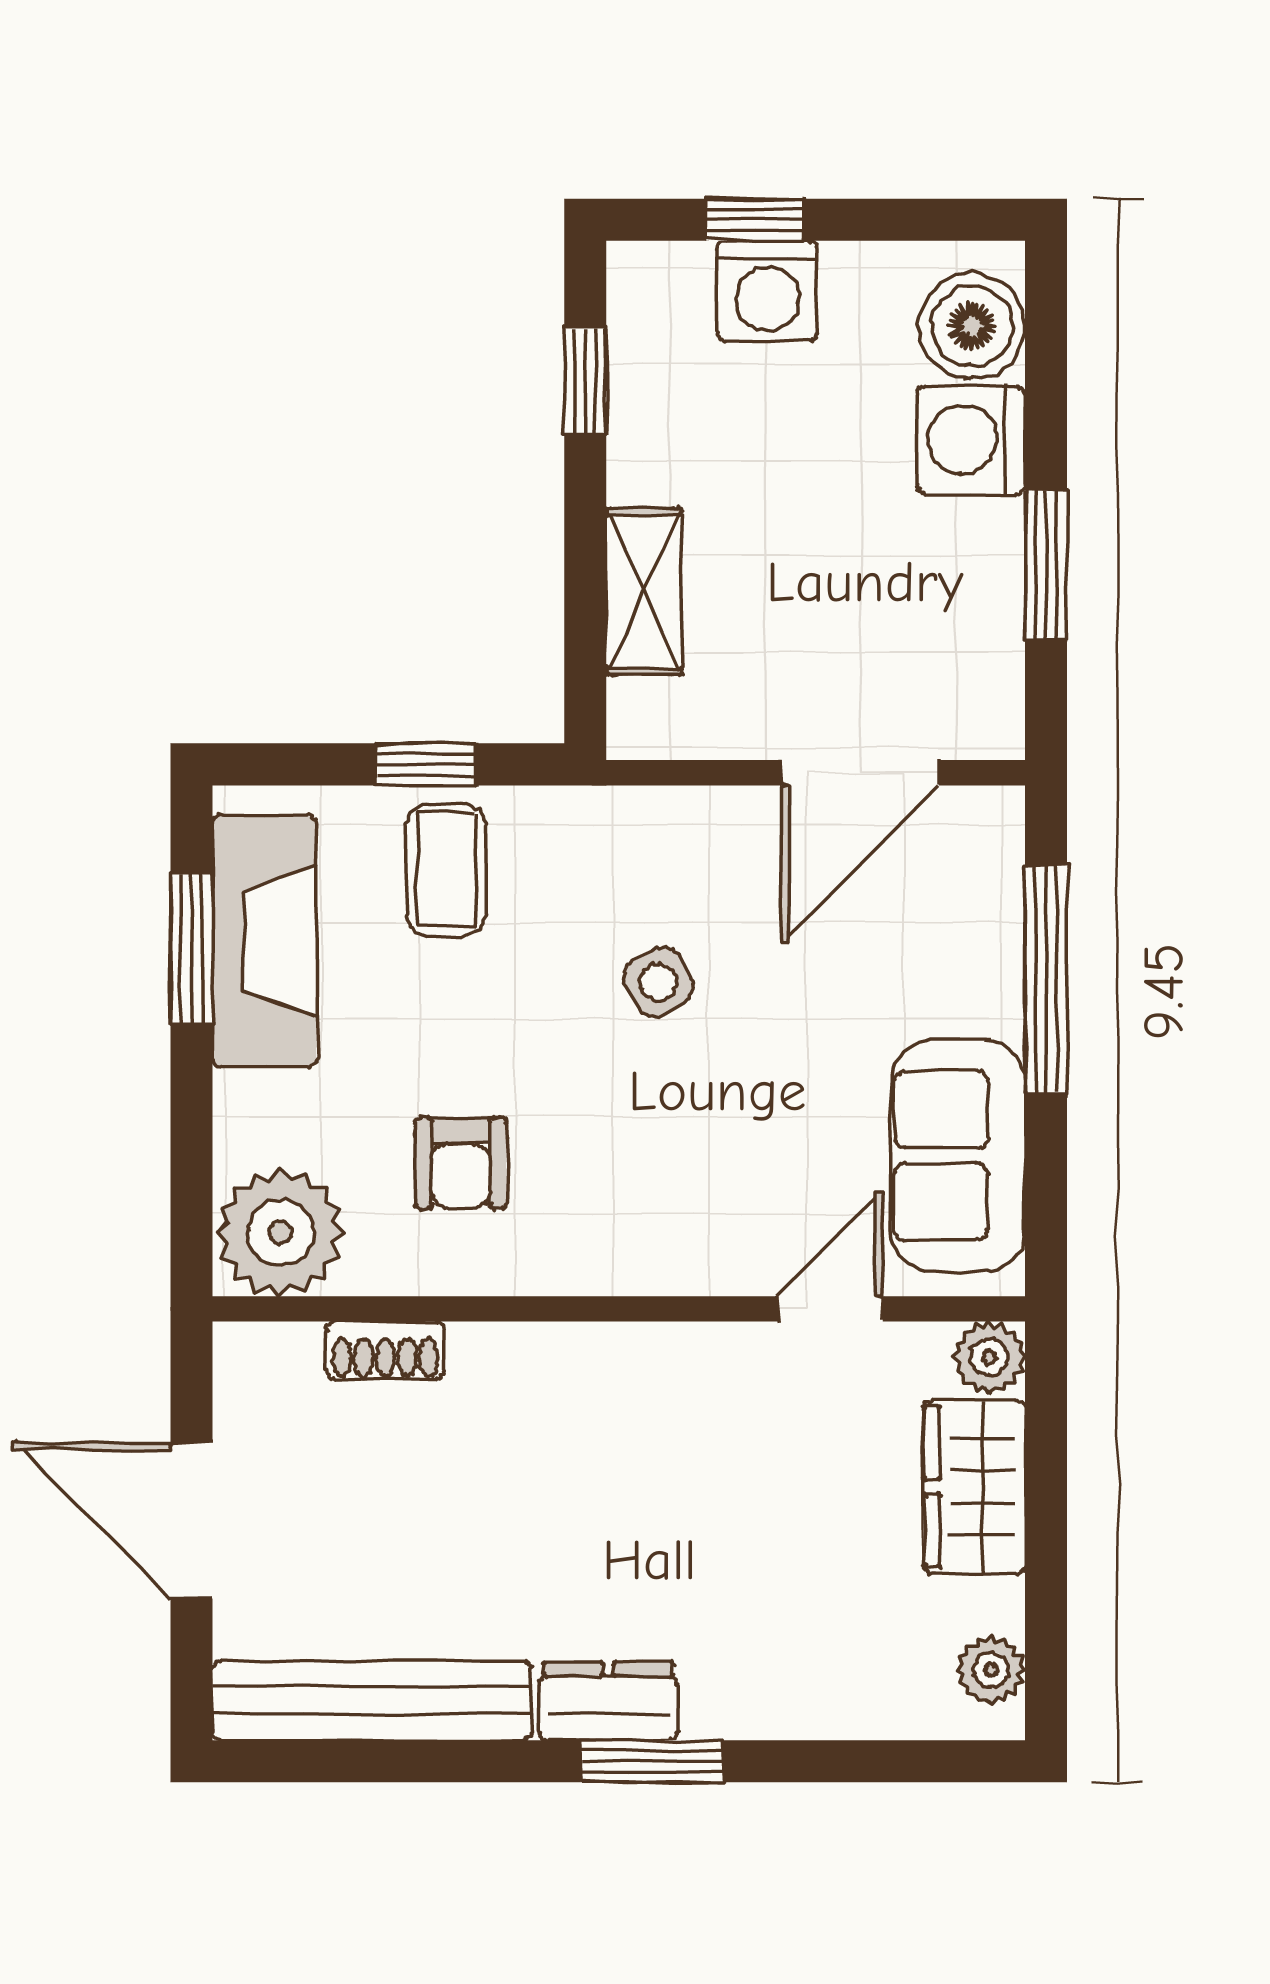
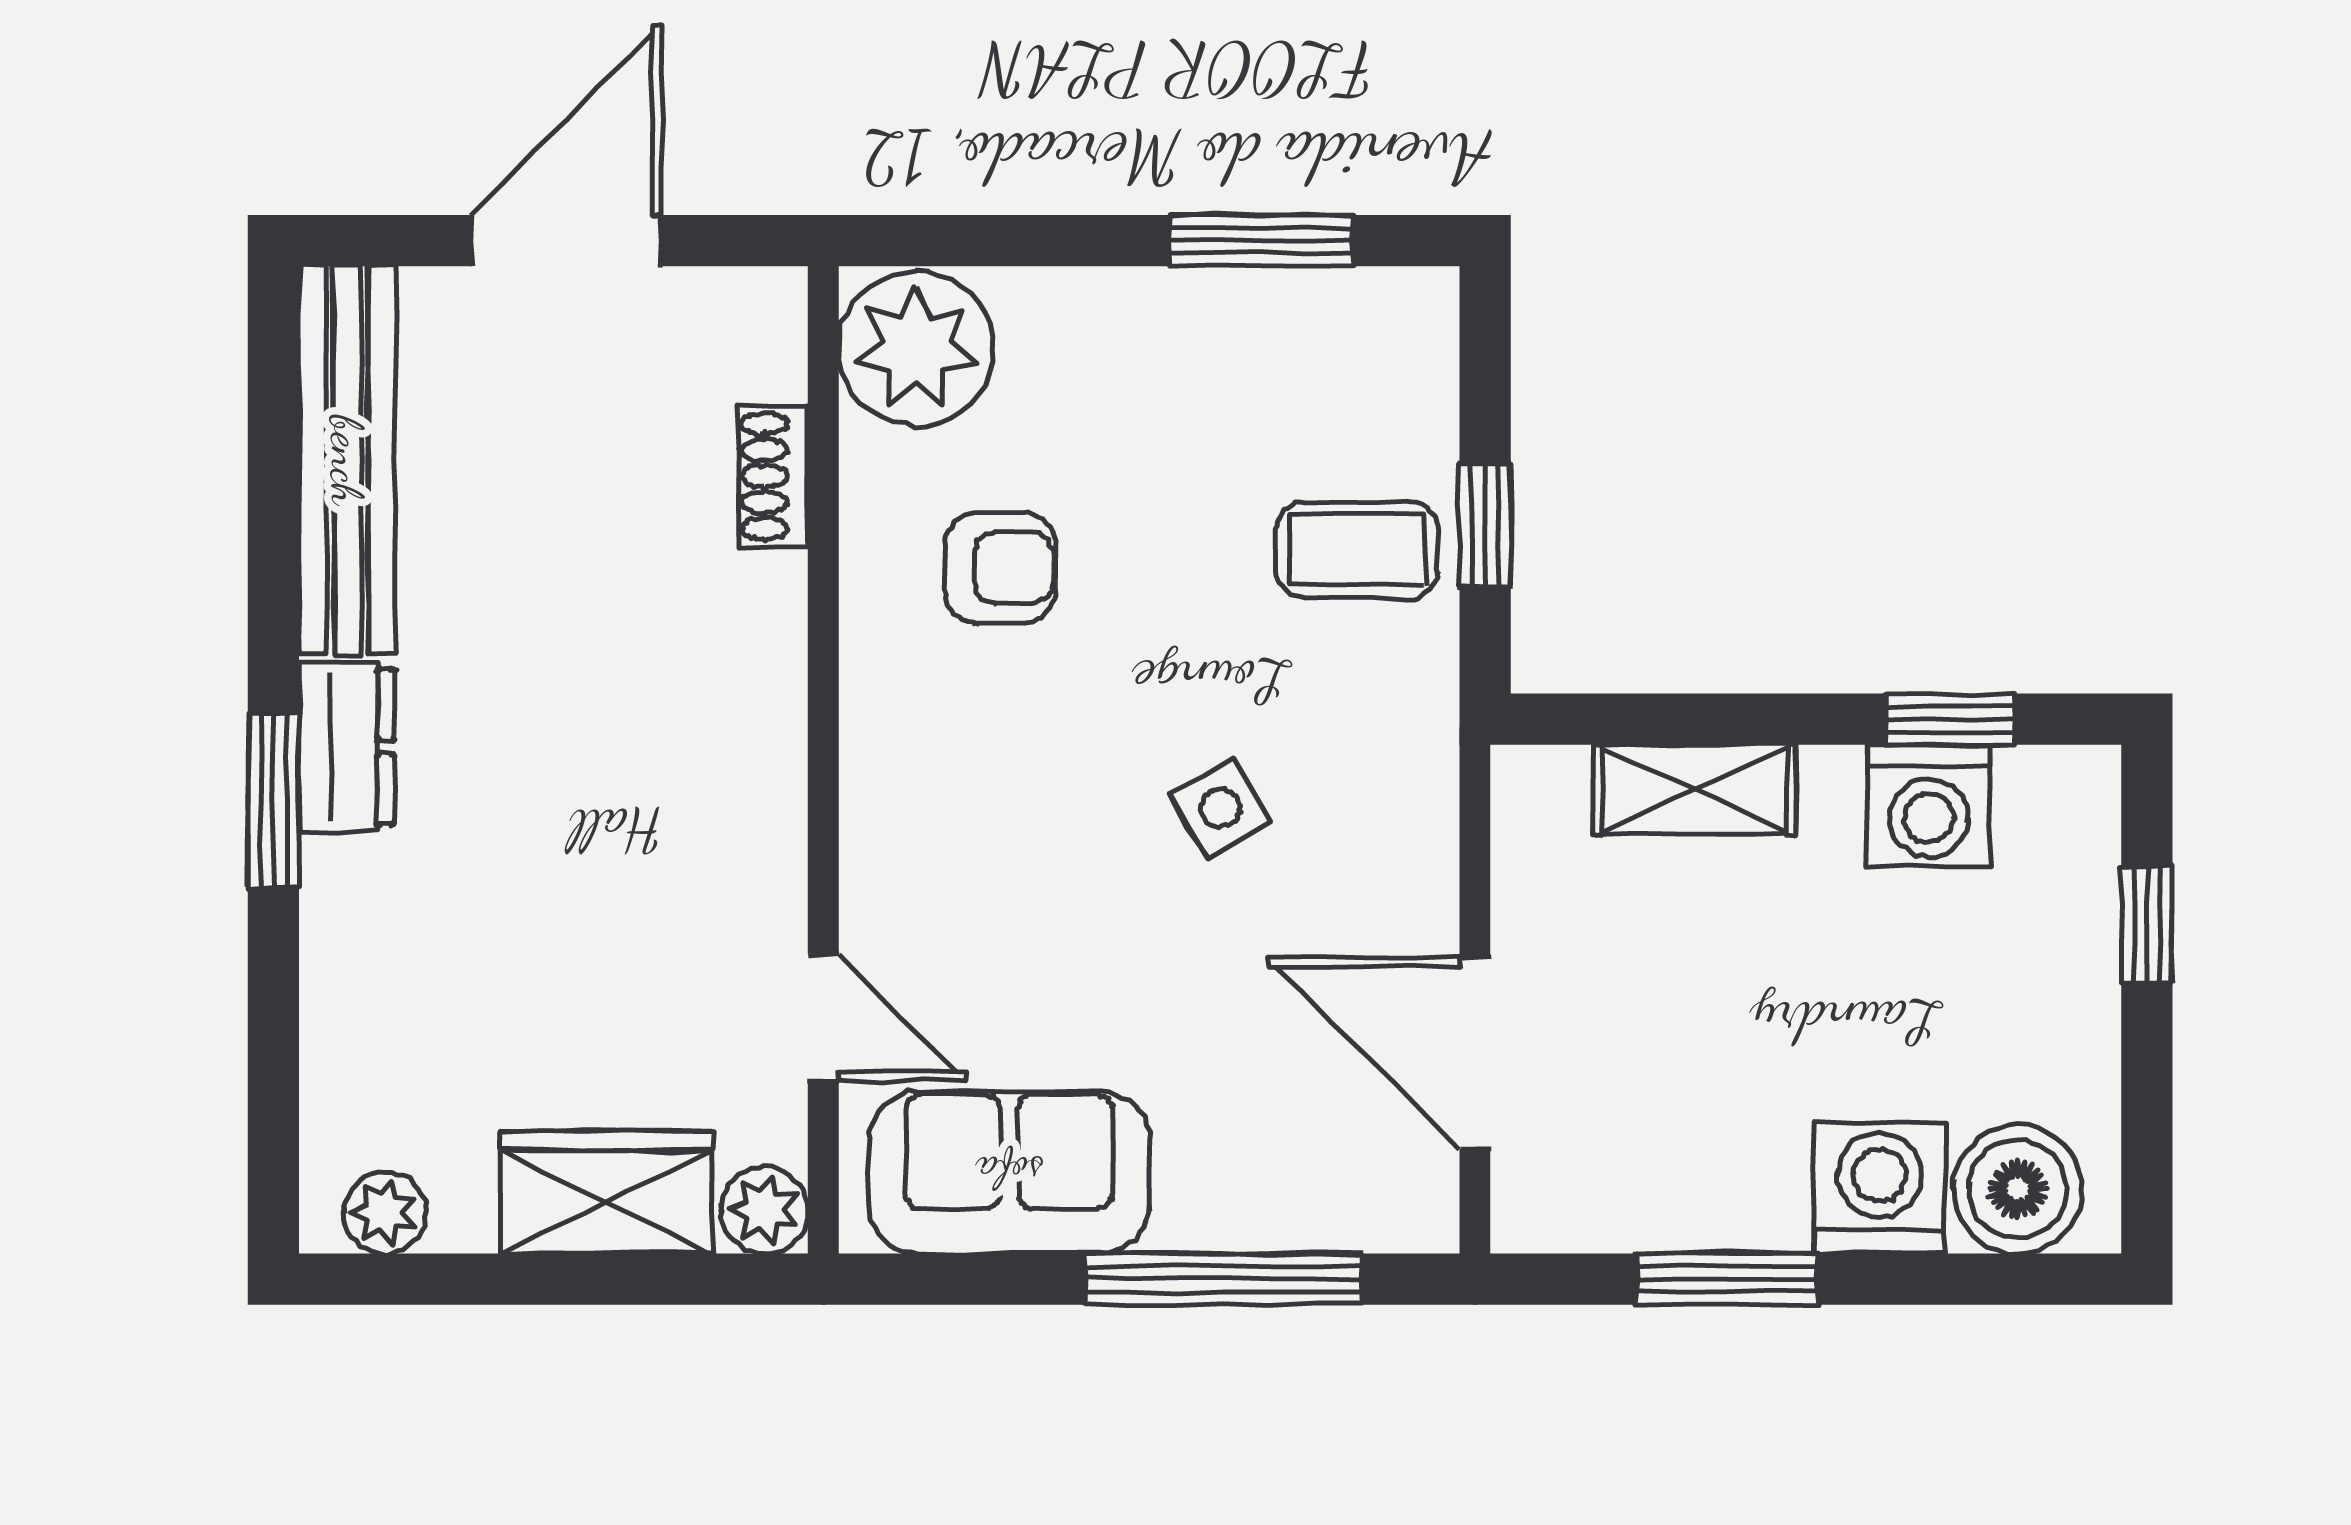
washing machine: (767, 291) -> (1929, 806), moved, turned -90
fireplace: (264, 941) -> (1270, 329), removed
armchair: (461, 1163) -> (1000, 568), turned 180

